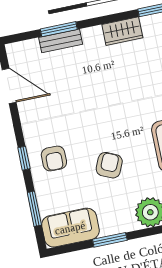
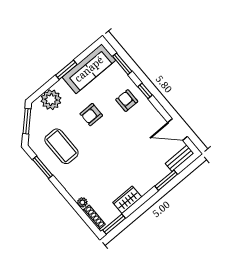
bench: (61, 41) -> (180, 158), moved
armchair: (109, 165) -> (91, 115), turned 66
sofa: (70, 228) -> (89, 69), width x1.36

